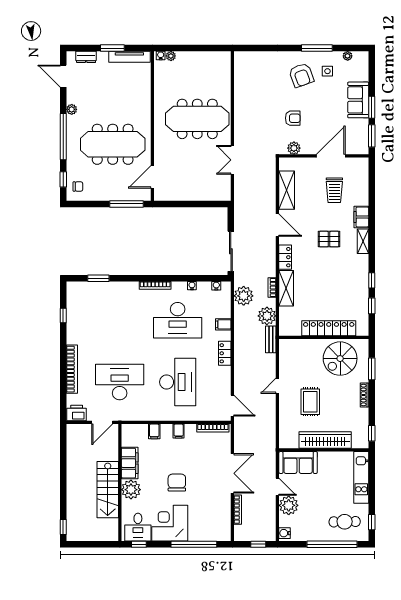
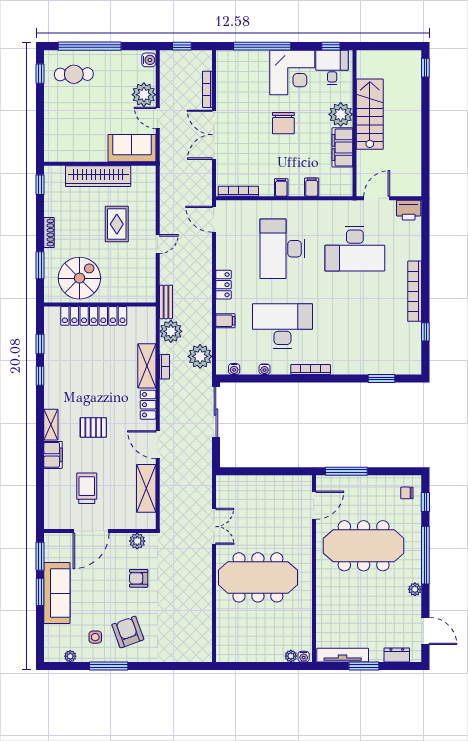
sofa: (358, 100) -> (57, 593), width x1.36
bookcase: (72, 369) -> (415, 291), moved
kitchen unit: (361, 477) -> (53, 130), removed

